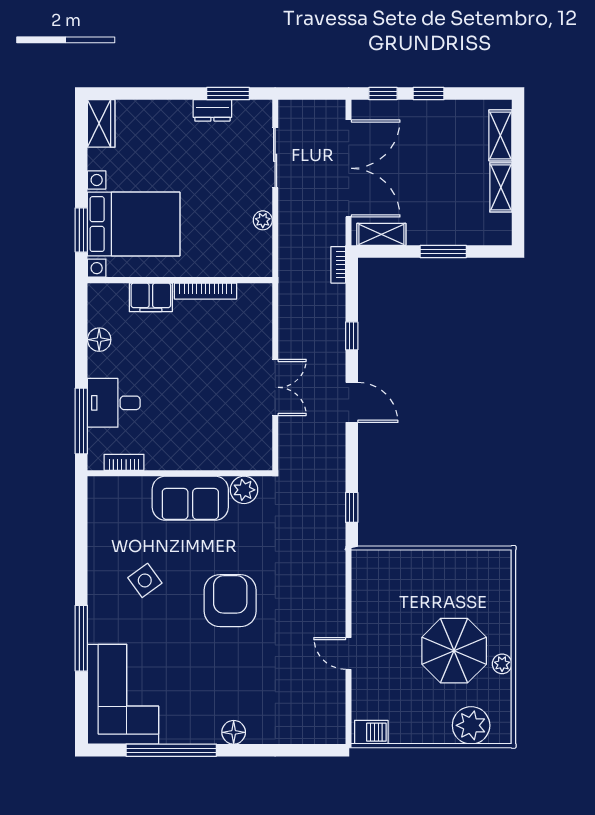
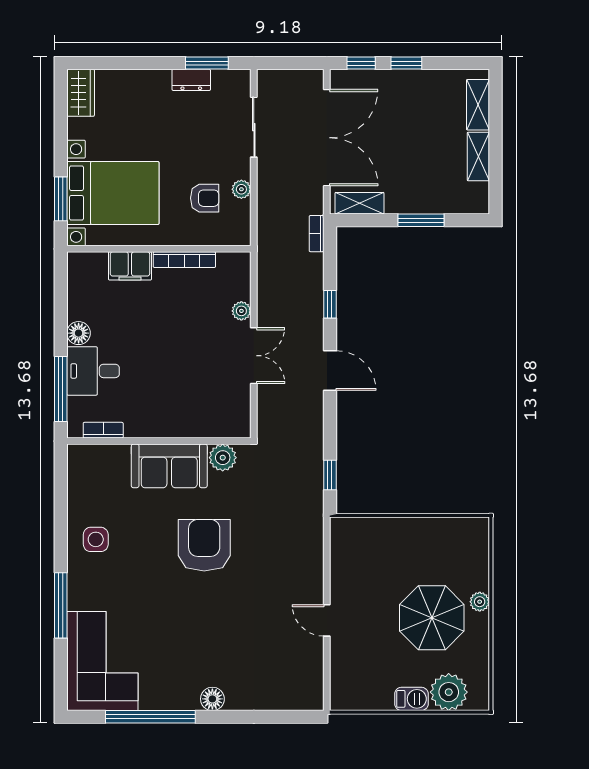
armchair: (226, 229) -> (205, 198), added
floor lamp: (99, 340) -> (79, 333), moved
plant: (263, 342) -> (241, 311), added
side table: (145, 580) -> (96, 539), moved, turned 36
armchair: (230, 601) -> (204, 545), moved
plant: (502, 664) -> (480, 602), moved
barbecue: (371, 732) -> (411, 699), moved

